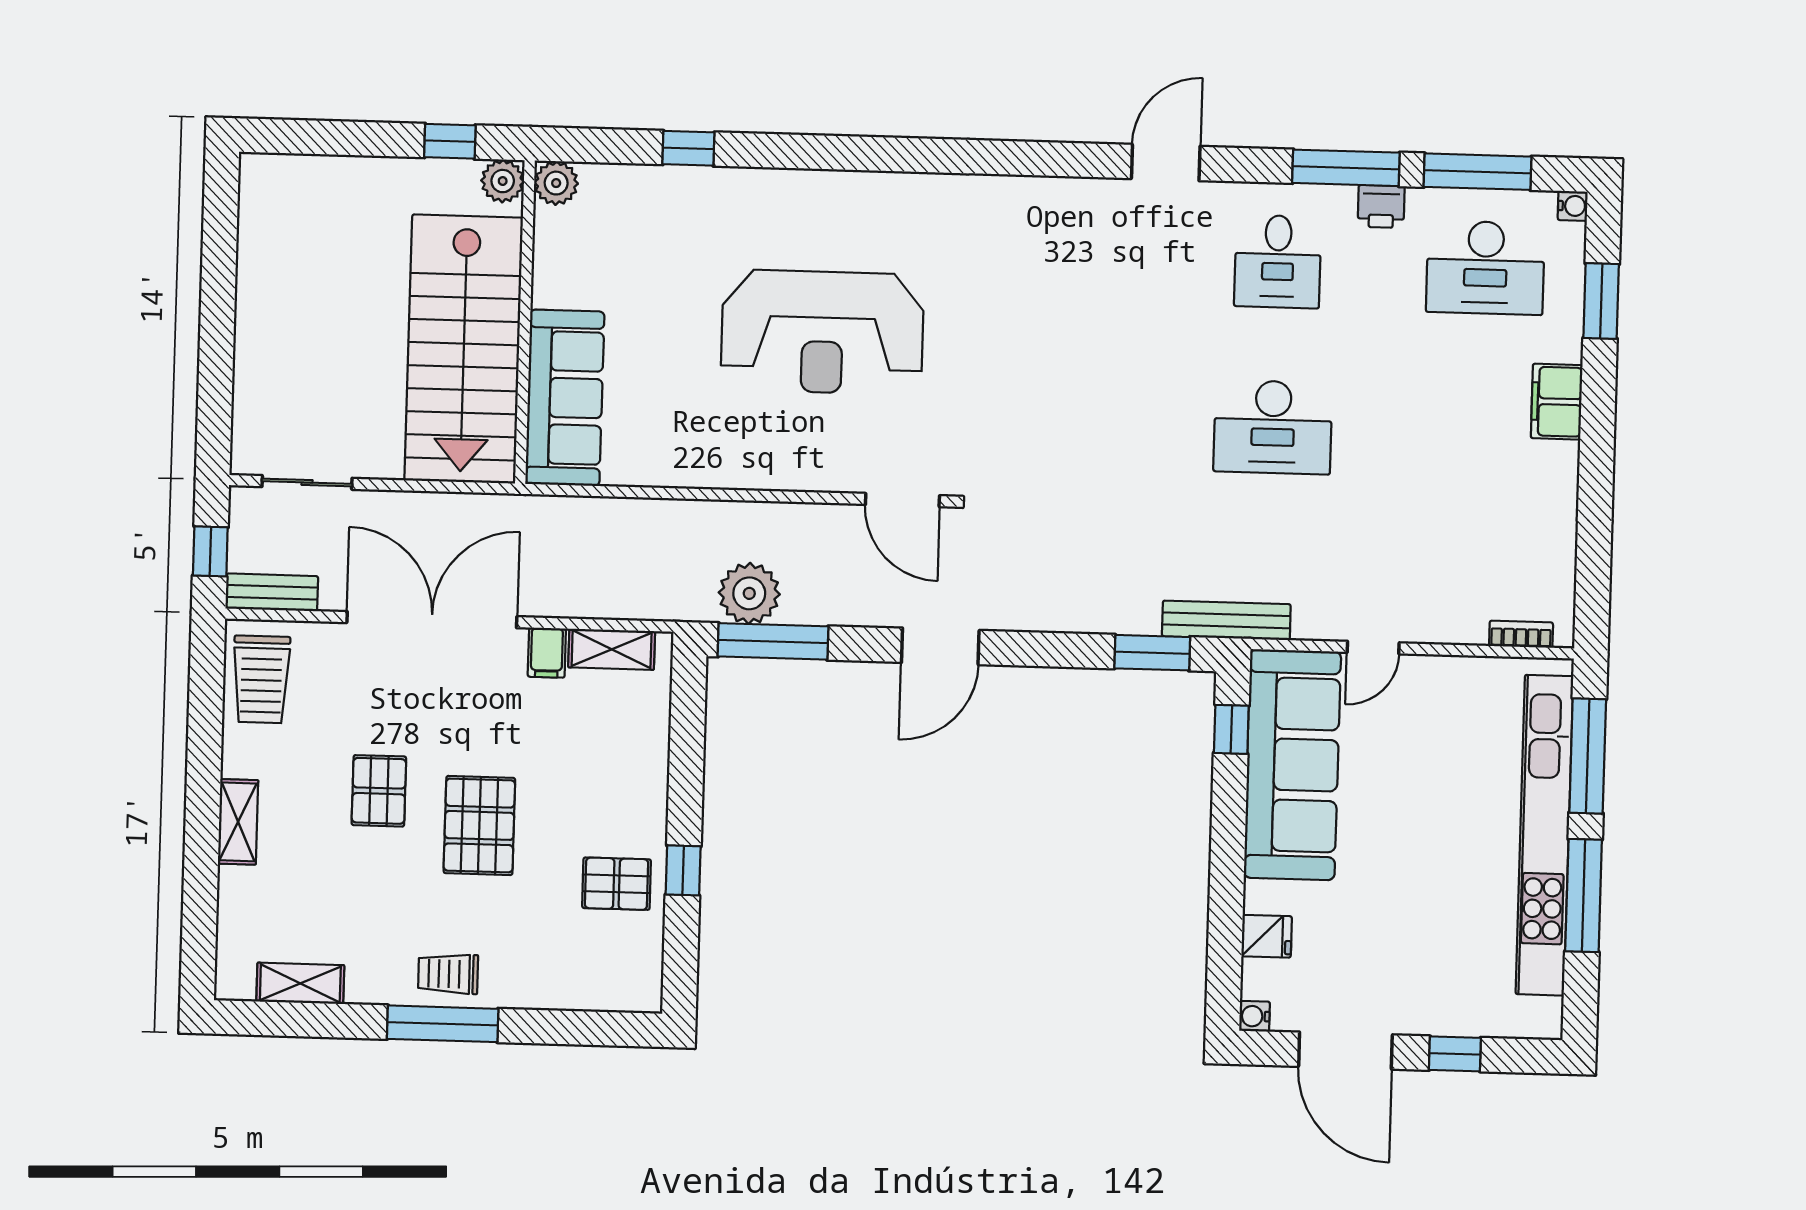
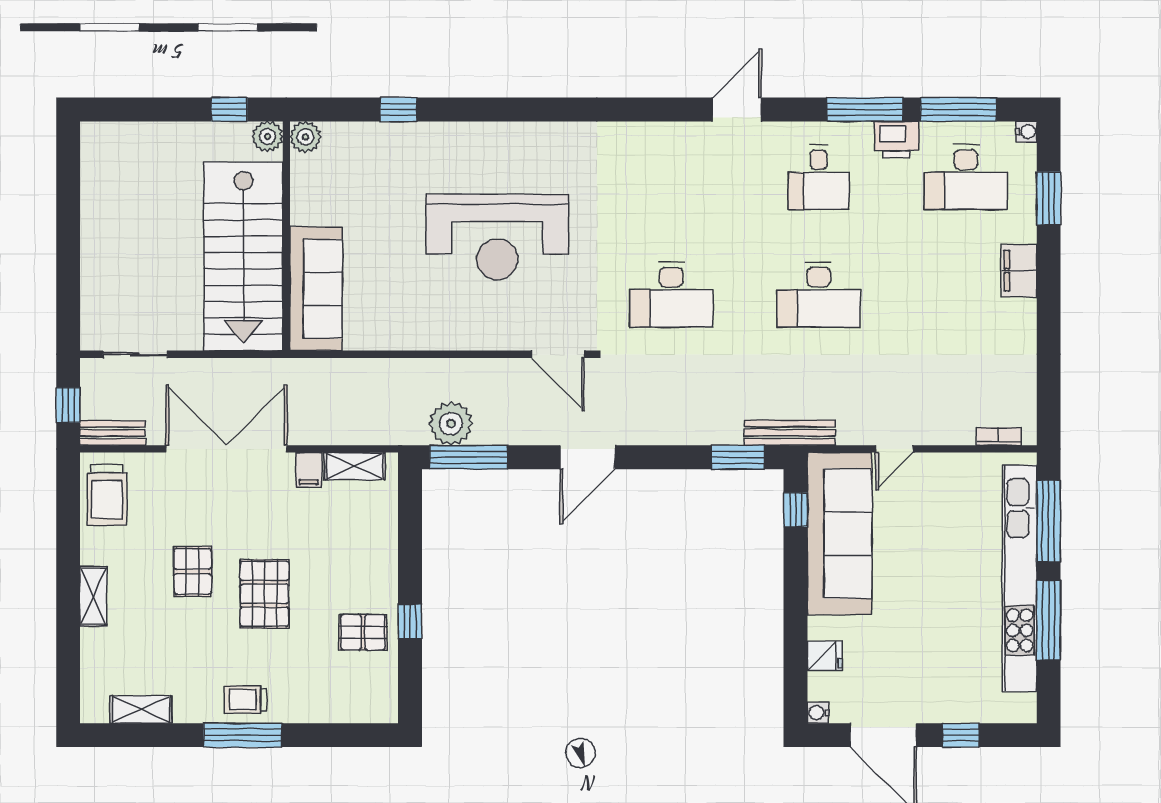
printer: (1381, 207) -> (897, 140), width x1.36, depth x1.24
desk: (1065, 421) -> (671, 295), added

